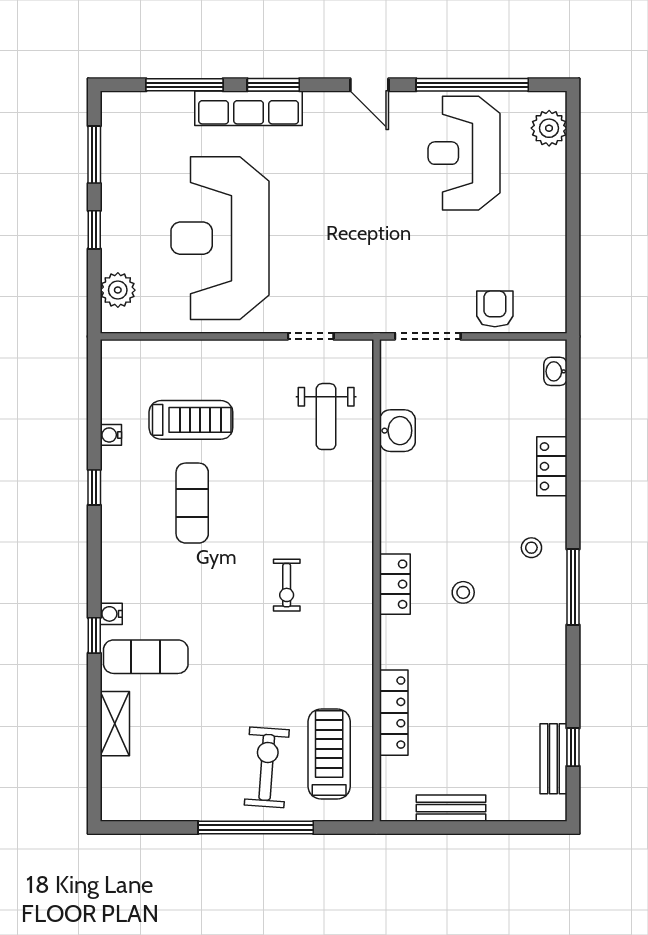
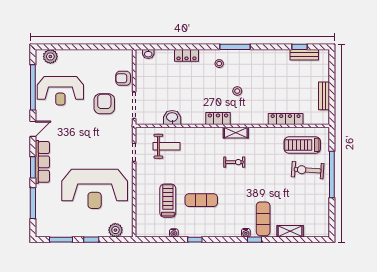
row of seats: (249, 108) -> (42, 162), moved
armchair: (431, 262) -> (104, 104), added
locker: (395, 584) -> (218, 119), moved
shelving: (360, 589) -> (236, 133), added

